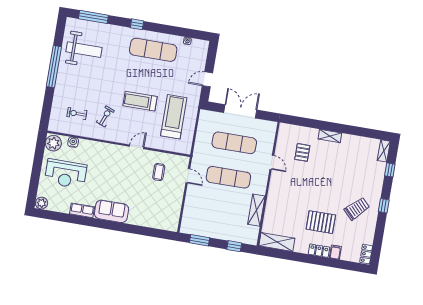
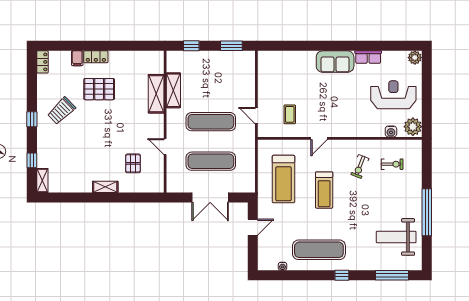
treadmill: (140, 101) -> (324, 190), turned 90
shelving: (277, 242) -> (156, 94), moved, turned 90

